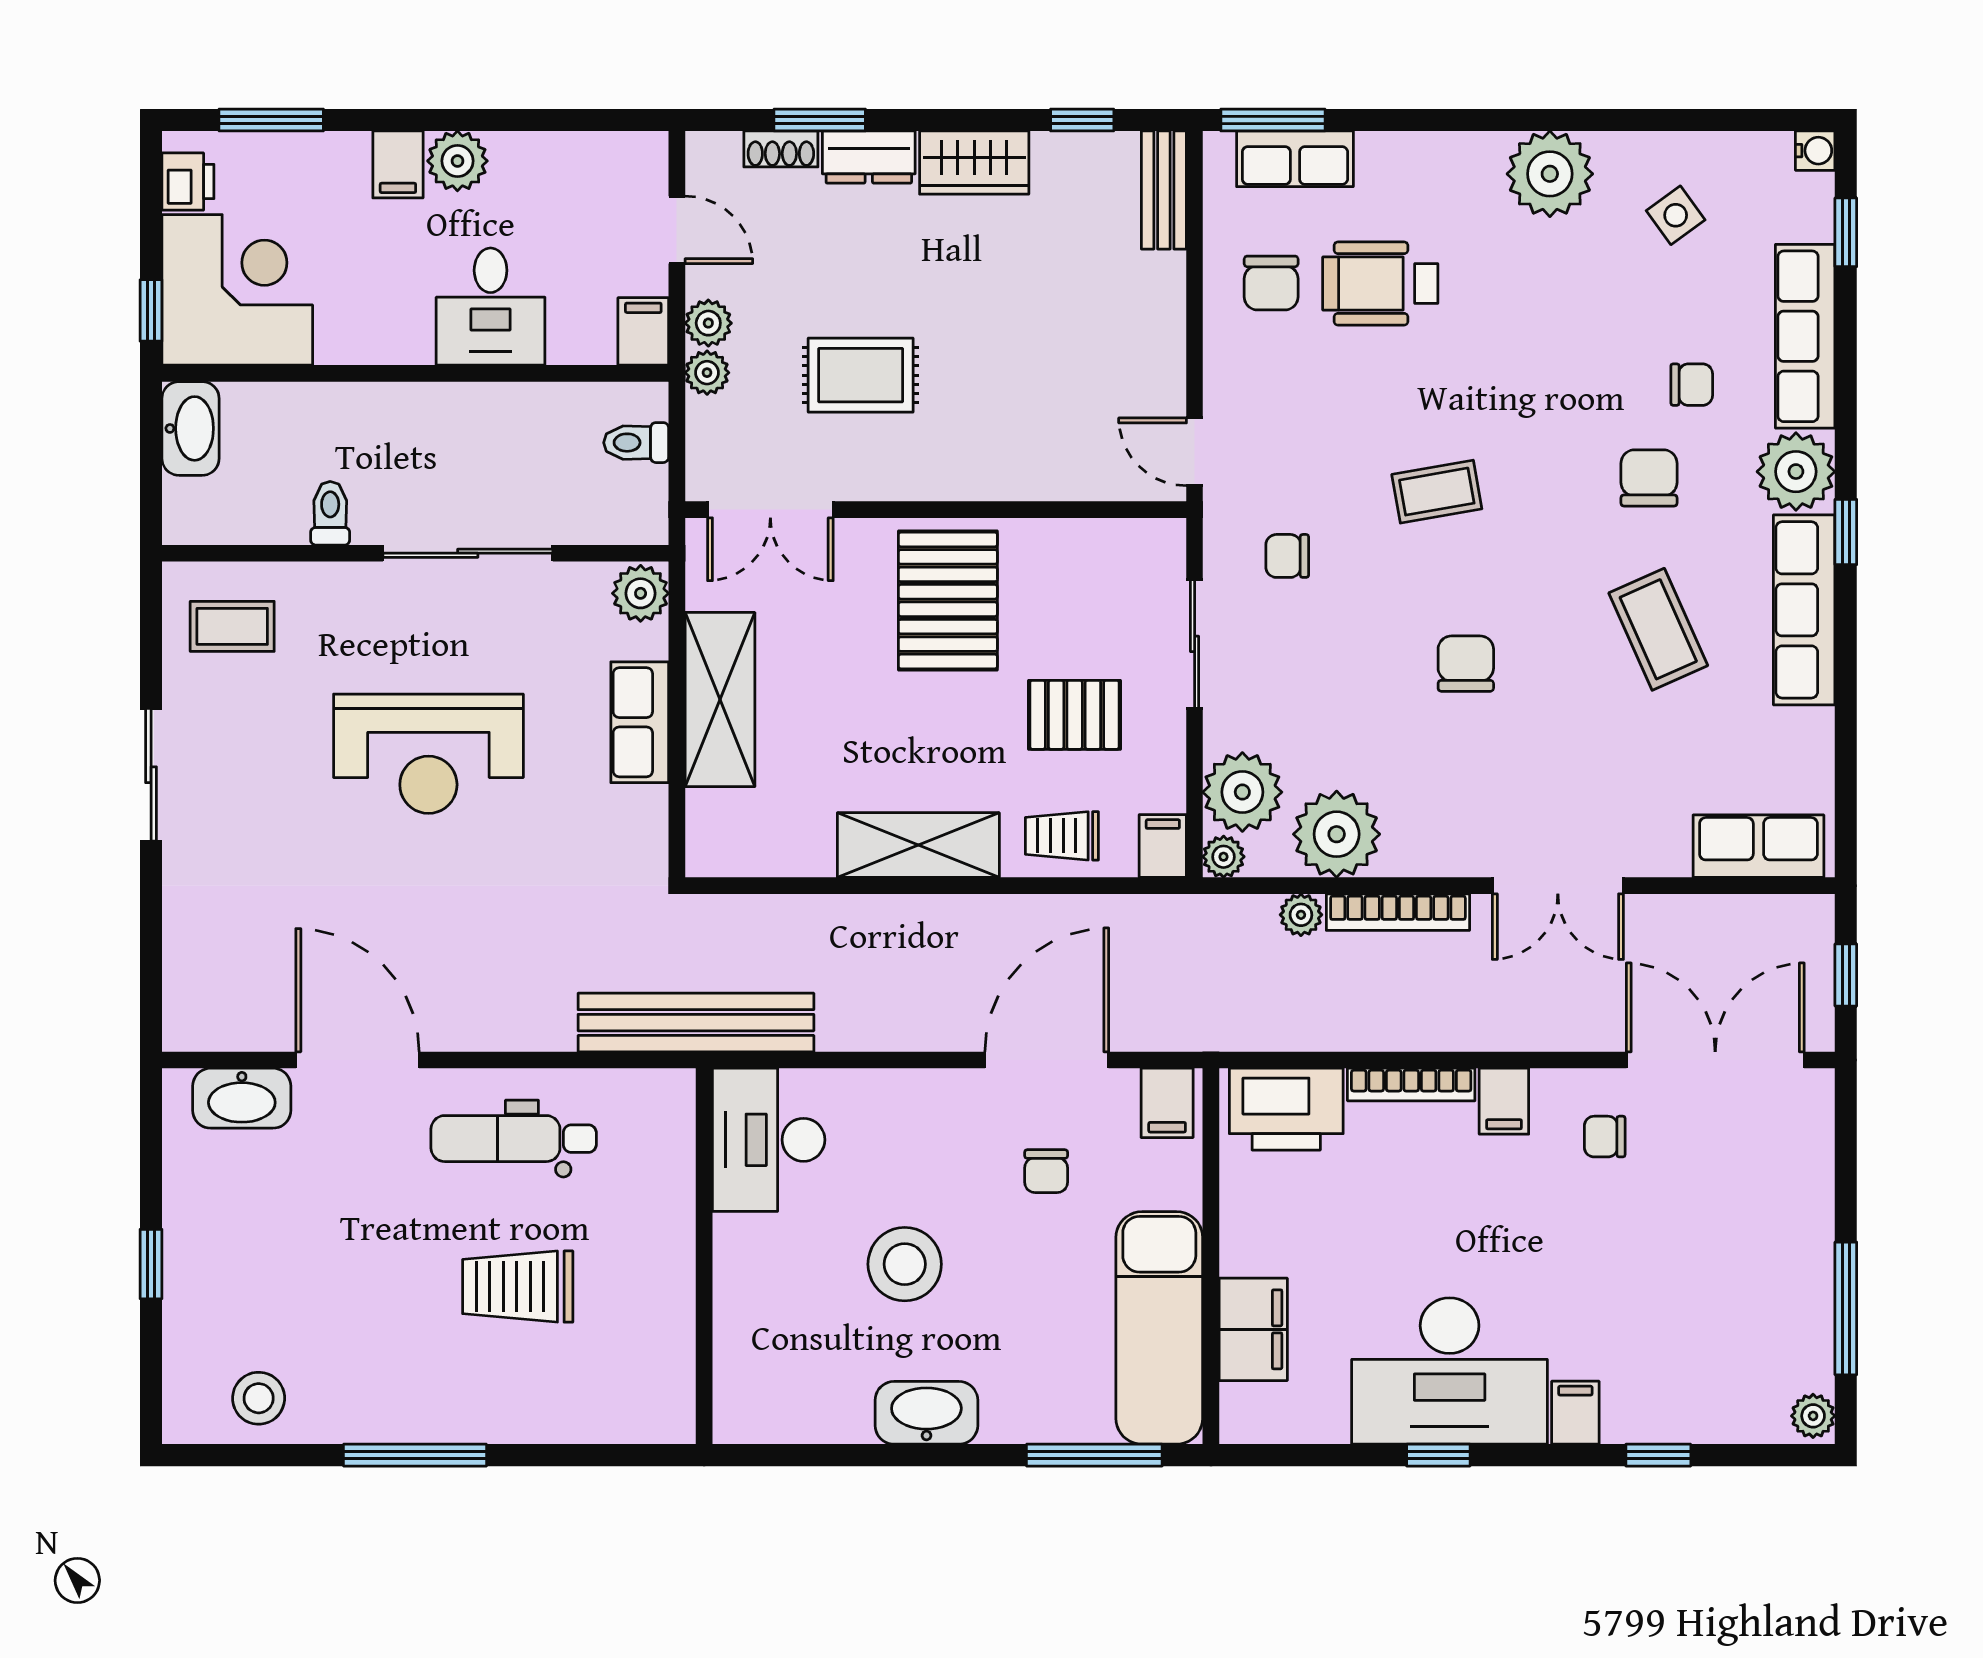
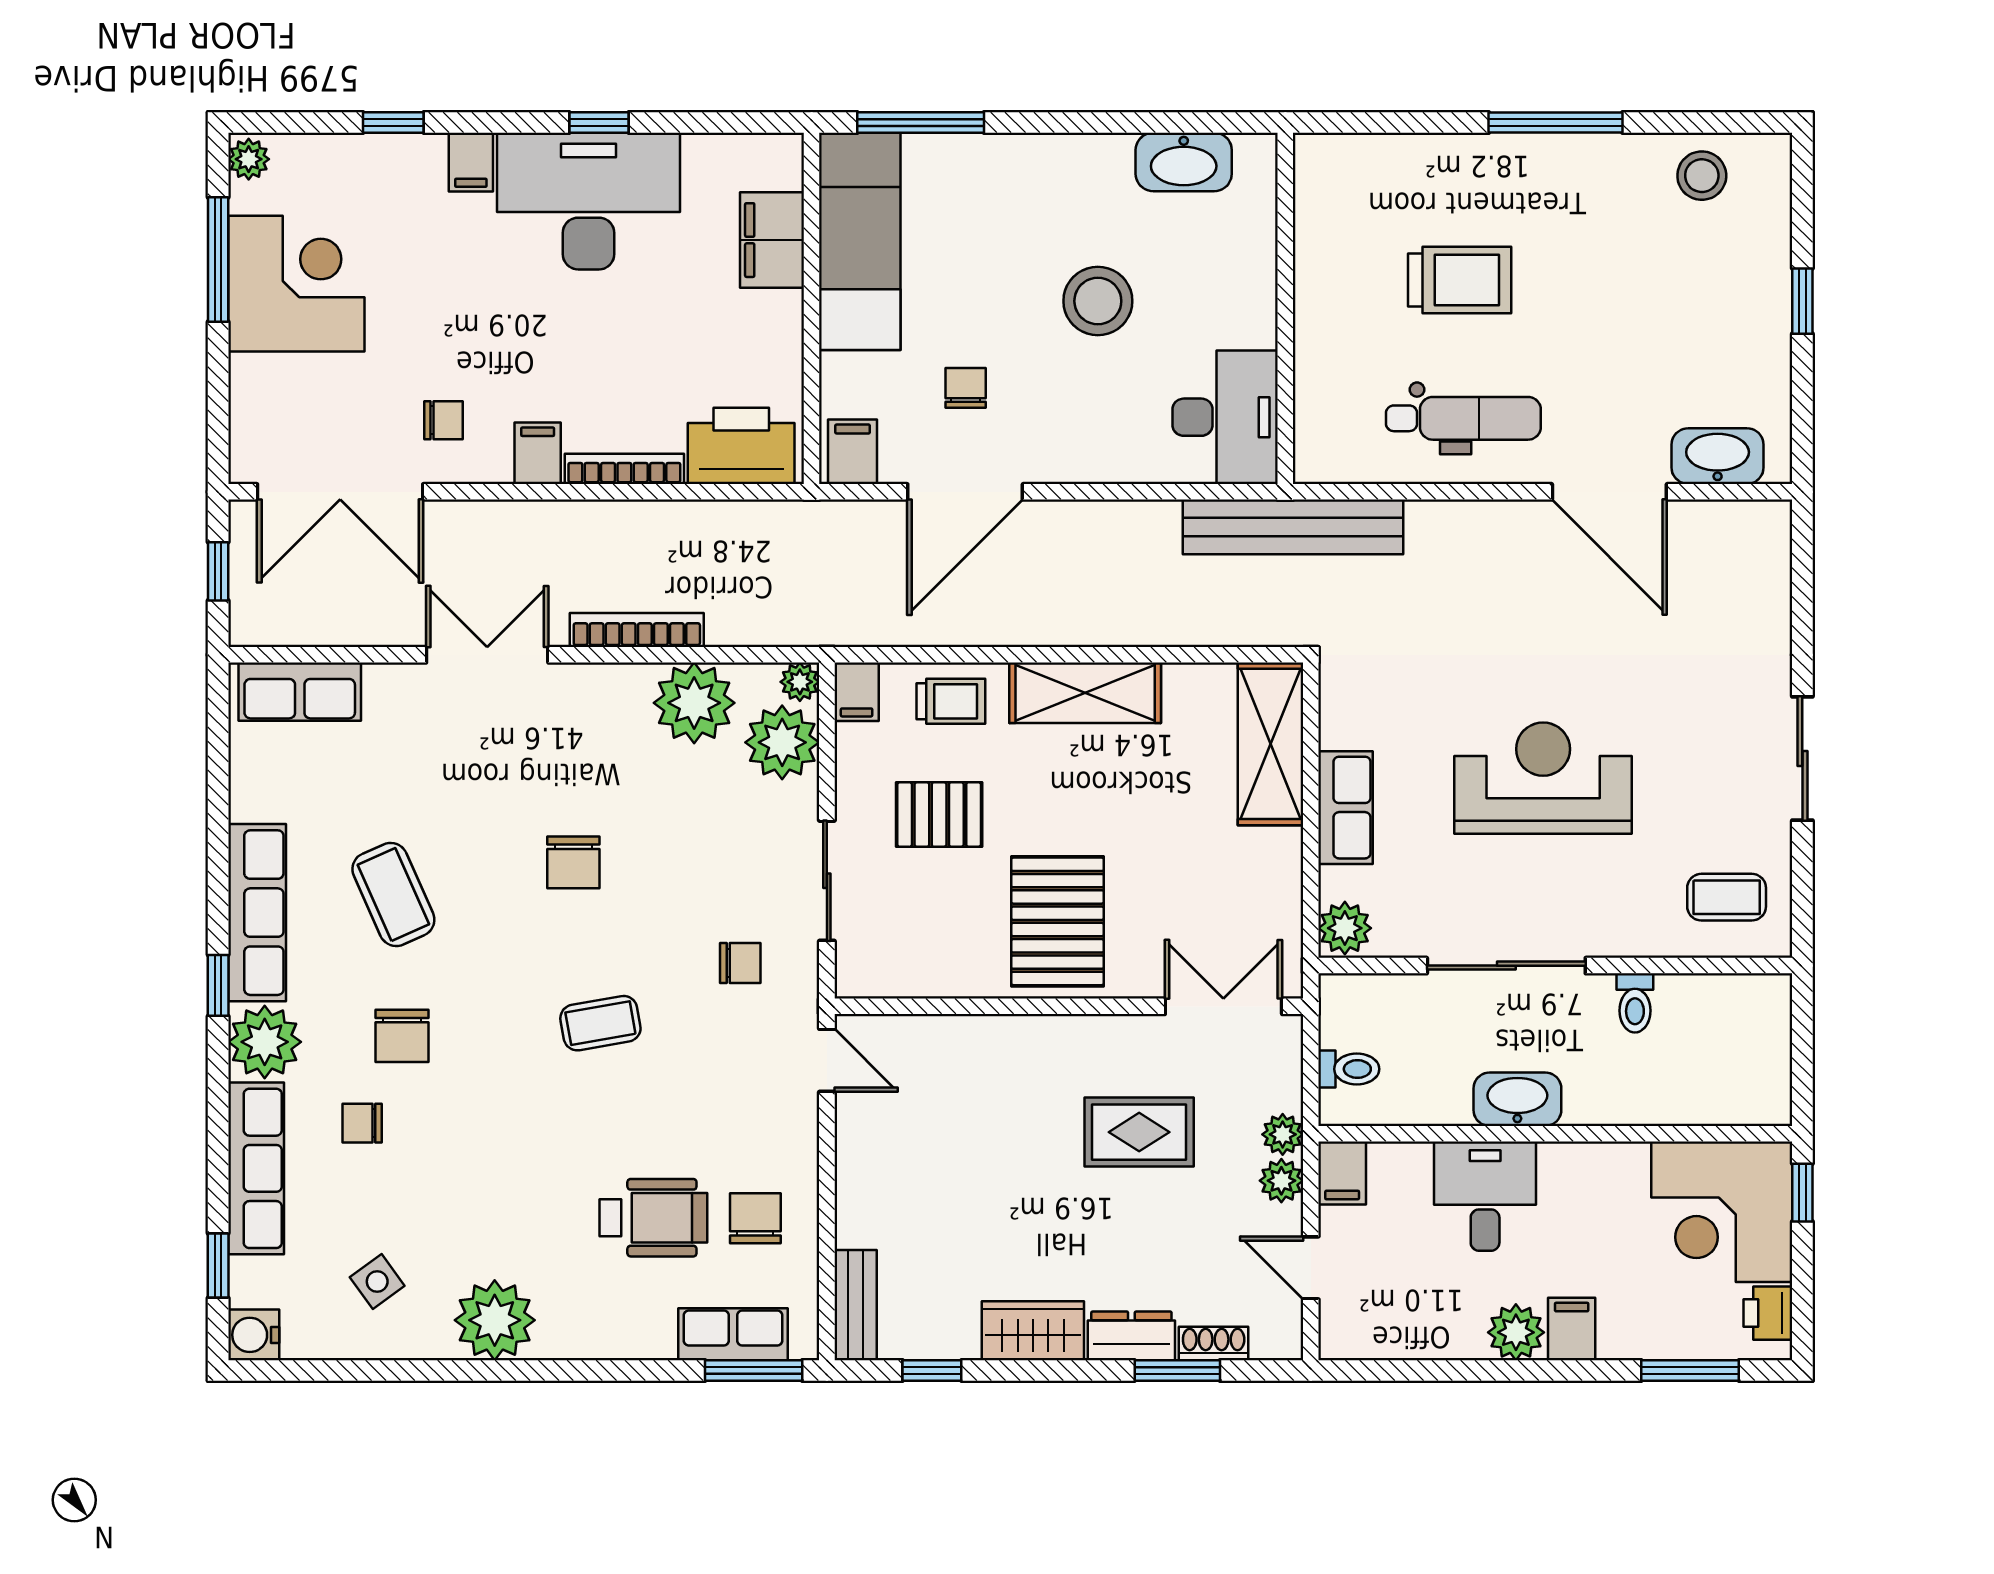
water cooler: (1815, 151) -> (254, 1335), width x1.38, depth x1.38
washbasin: (191, 428) -> (1517, 1099), moved, turned 90
shelving: (720, 700) -> (1271, 744), moved
plant: (1301, 915) -> (727, 628), removed
corner desk: (1762, 1283) -> (296, 284), added
washbasin: (926, 1413) -> (1184, 162), moved

